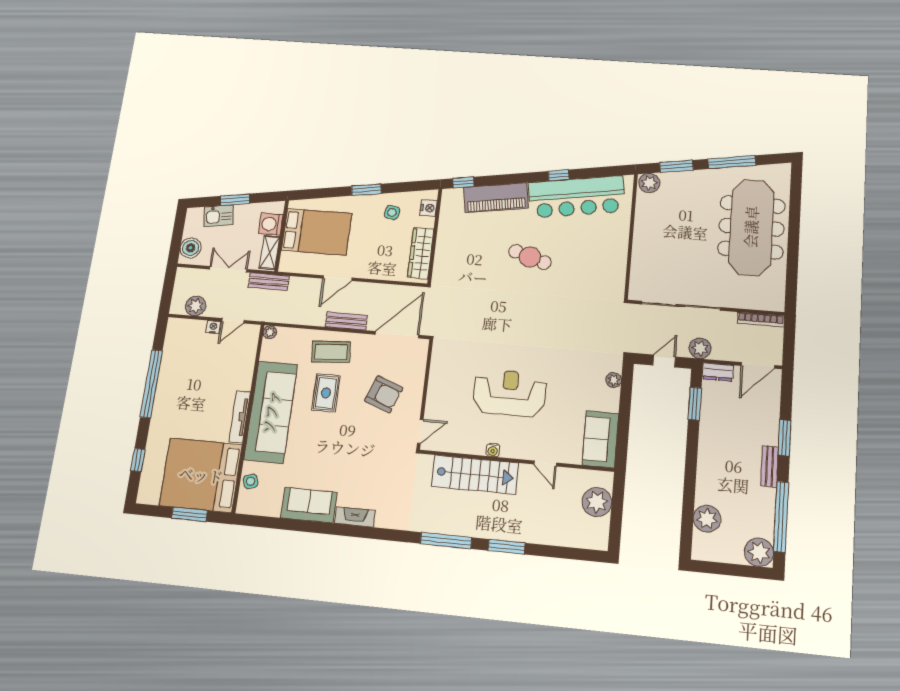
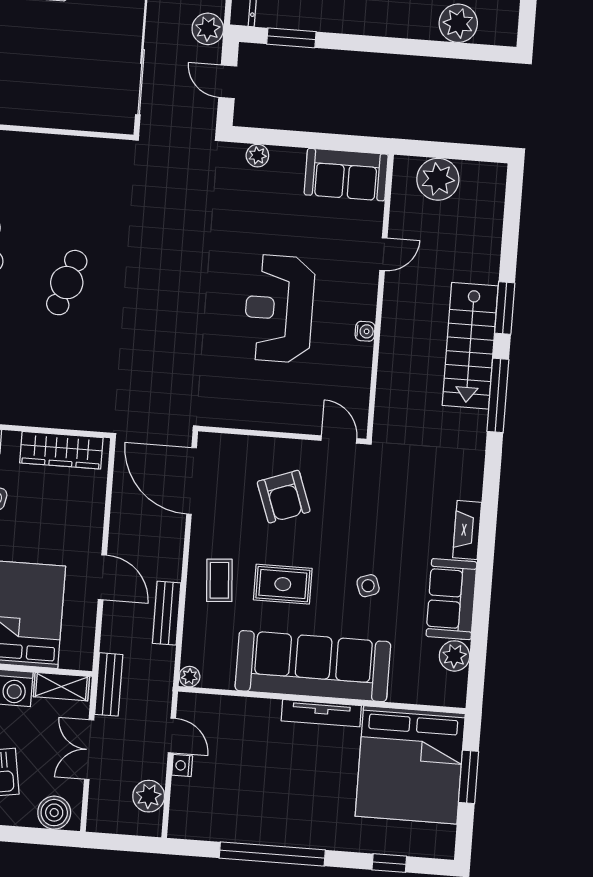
bench: (346, 321) -> (167, 613), moved
coffee table: (331, 352) -> (219, 580), width x0.73, depth x0.77
armchair: (384, 394) -> (284, 497), turned 139
stairs: (475, 475) -> (470, 346), moved, turned 180
side table: (251, 481) -> (368, 586), moved
plant: (271, 506) -> (454, 656), added

